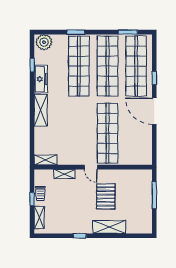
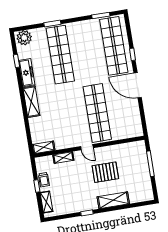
shop shelf: (108, 66) -> (87, 50), removed
pallet: (106, 196) -> (105, 172), turned 90

